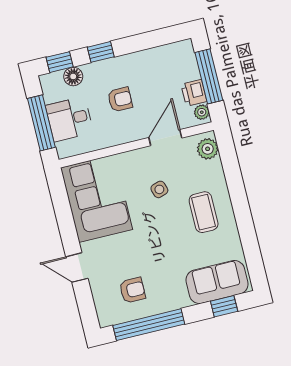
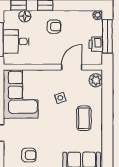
armchair: (120, 99) -> (54, 27), moved
plant: (202, 112) -> (98, 15), moved

